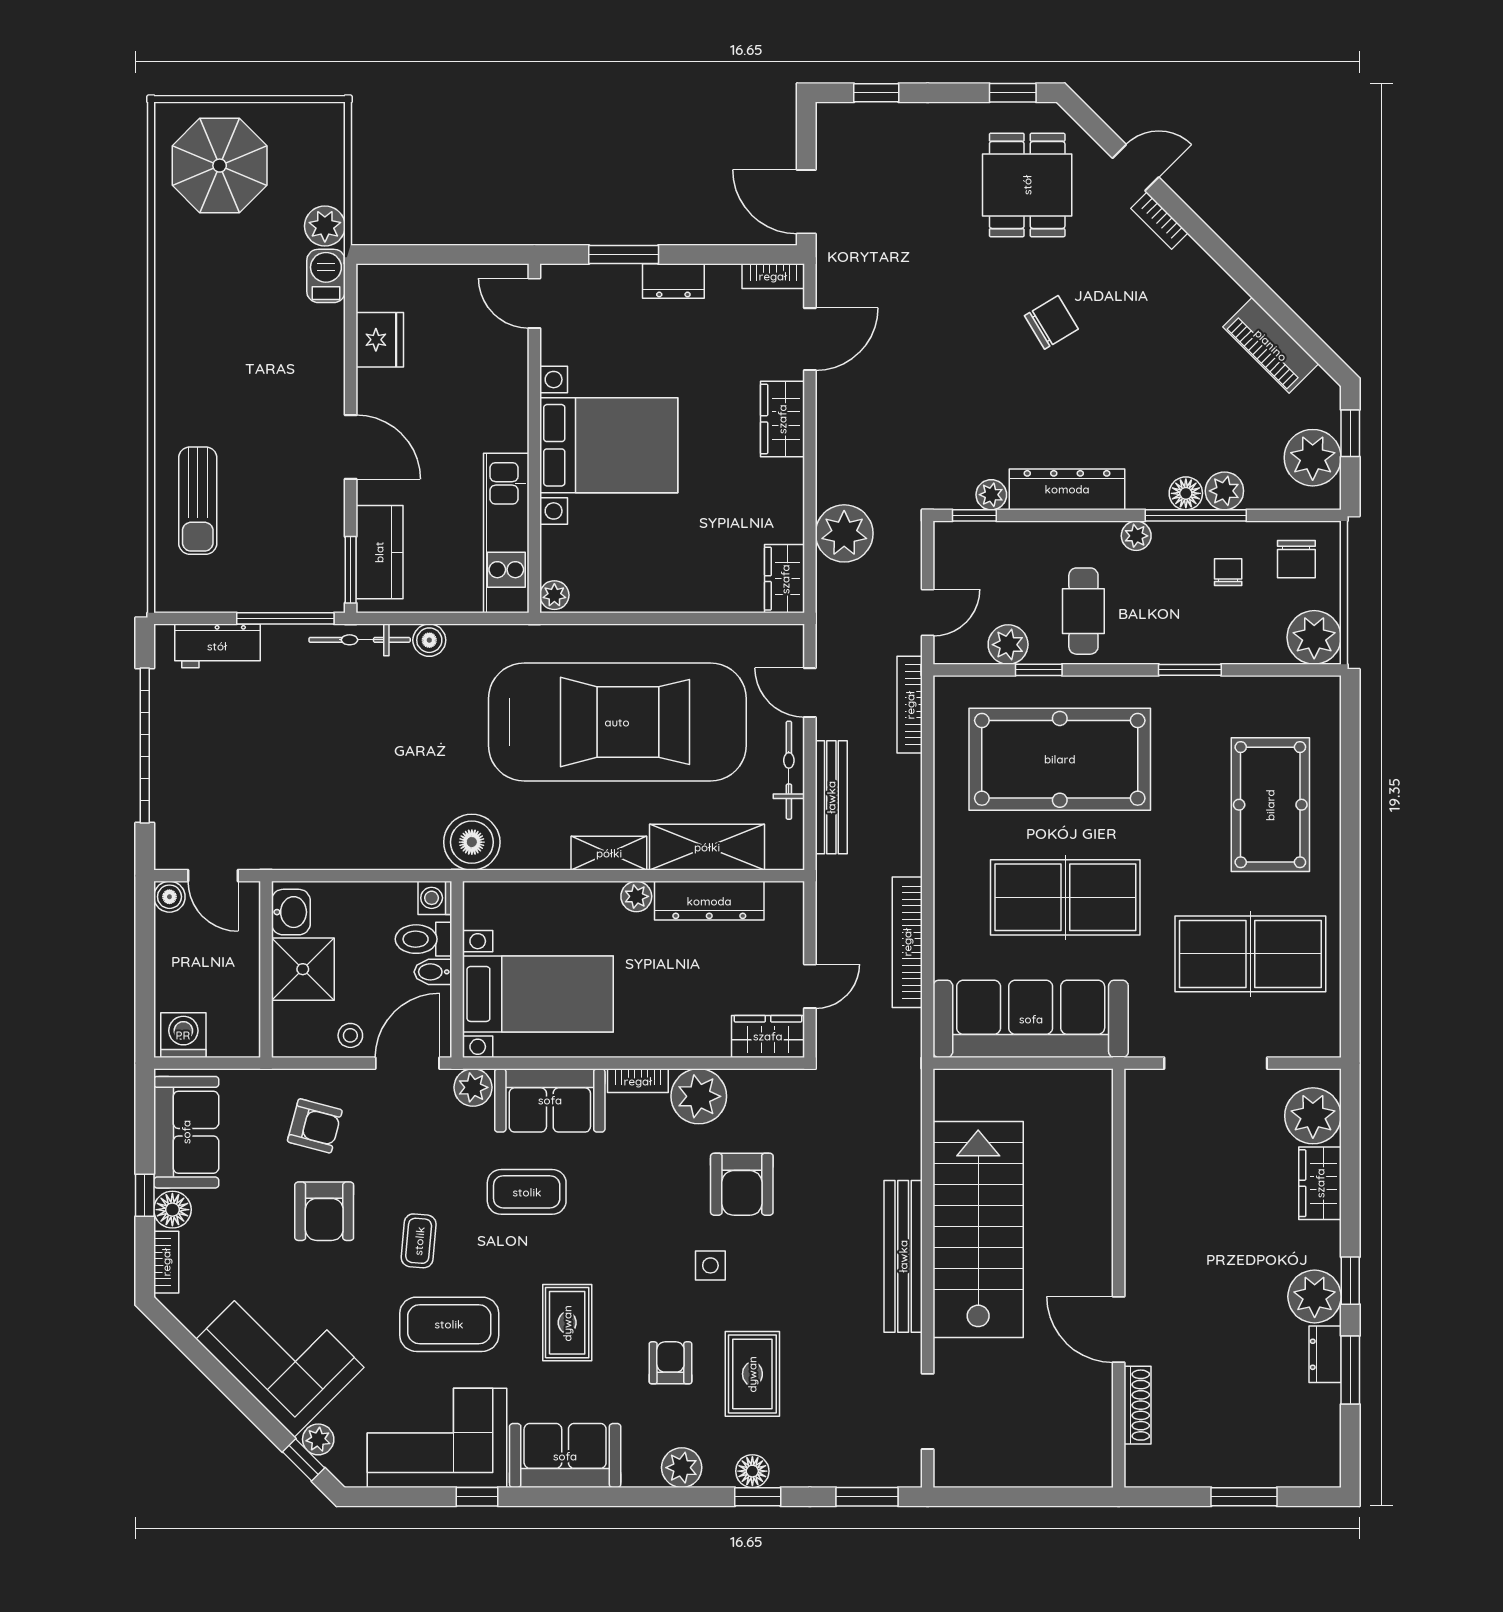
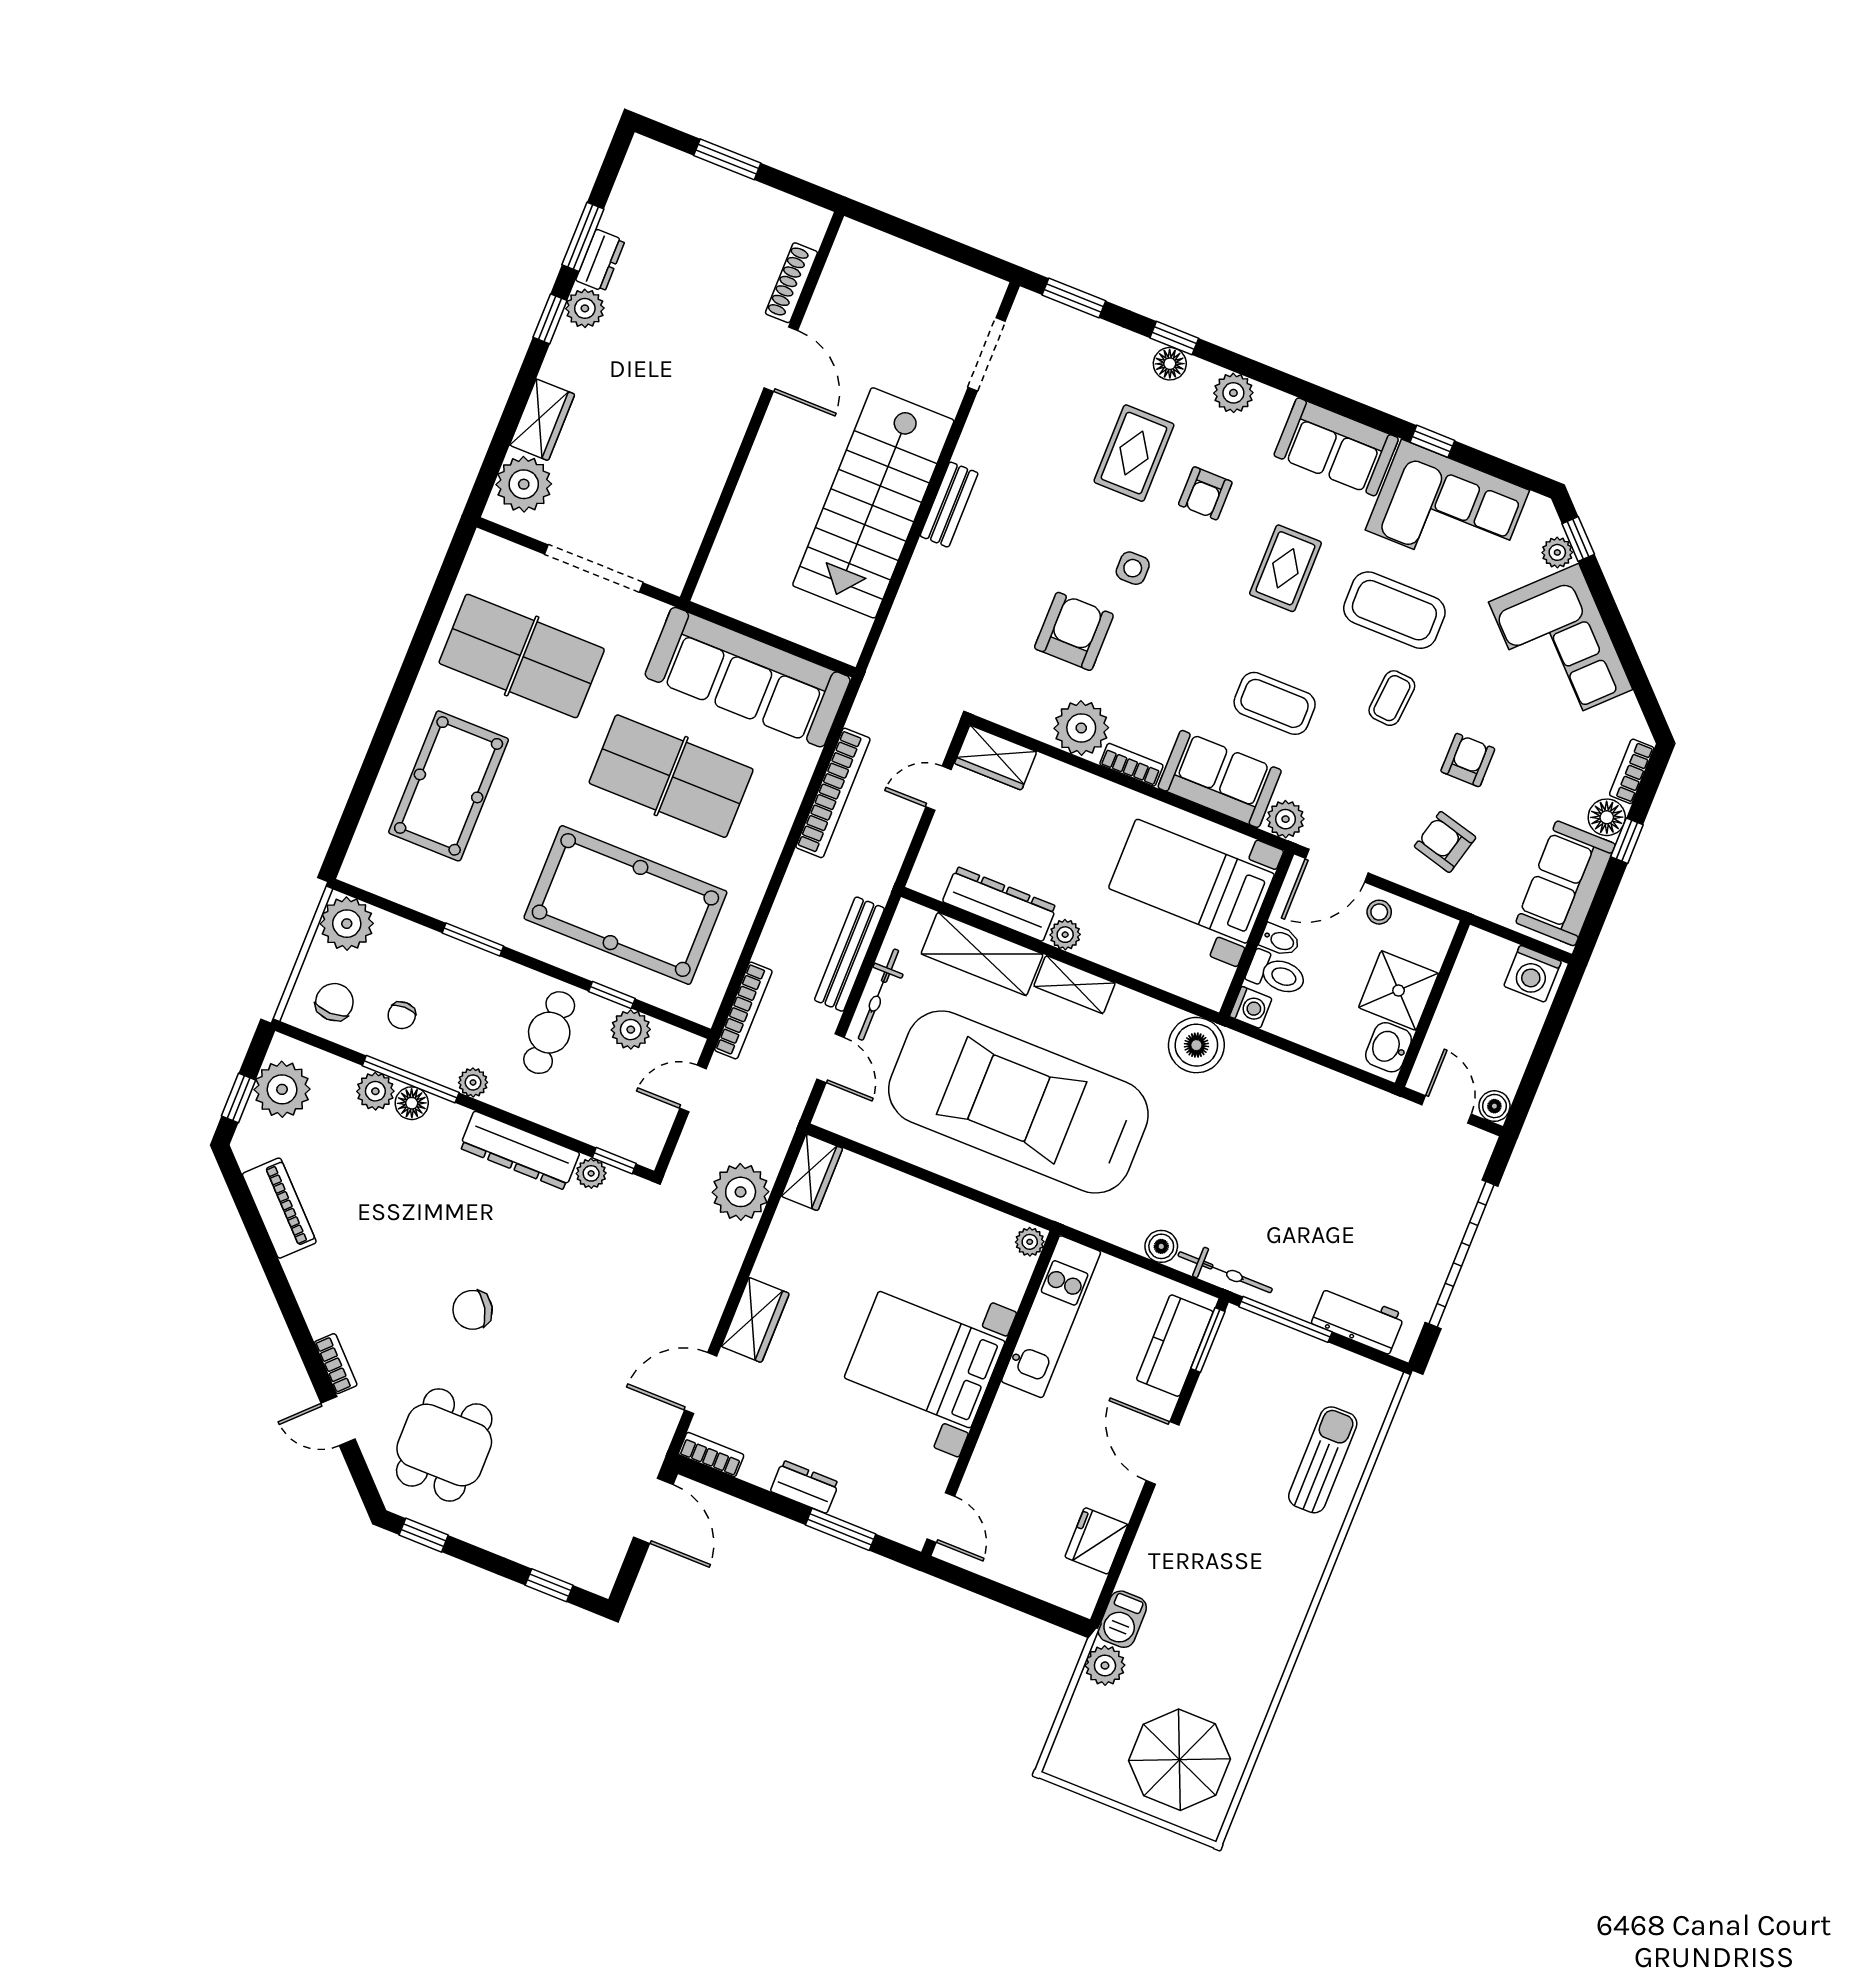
armchair: (324, 1211) -> (1468, 760), width x0.72, depth x0.72
bench: (903, 1256) -> (949, 505), width x0.54, depth x0.82
plant: (1315, 1297) -> (585, 308), width x0.73, depth x0.73

